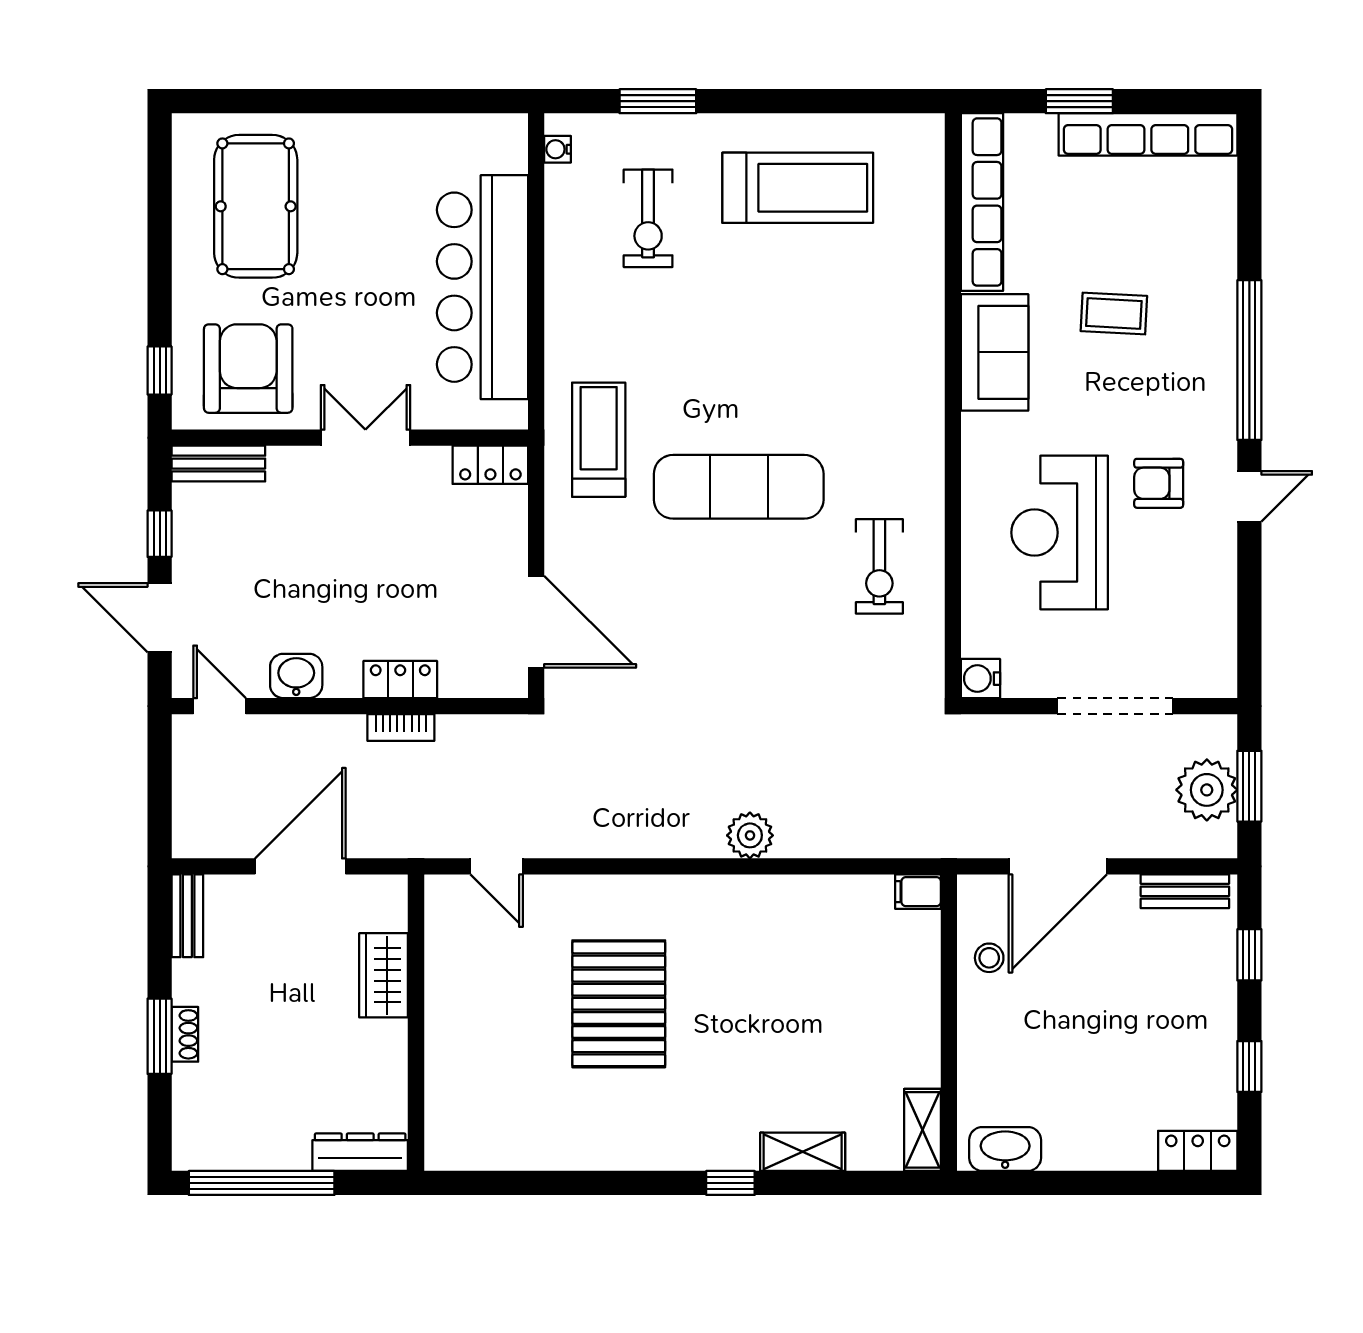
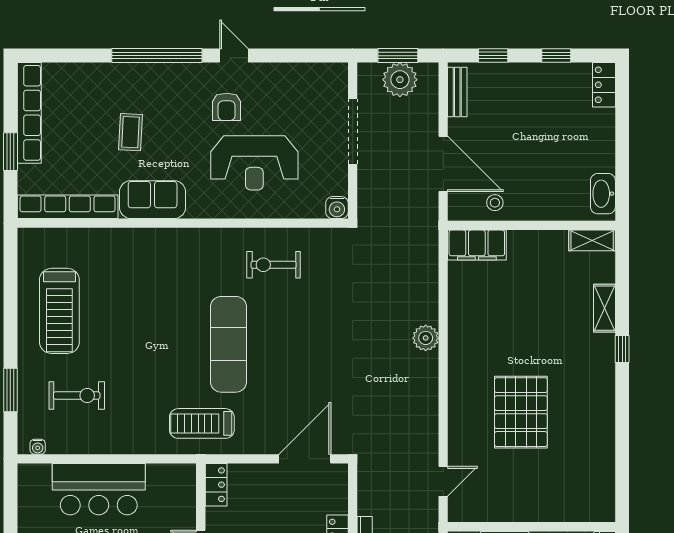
treadmill: (798, 188) -> (59, 311), turned 180
bar counter: (483, 287) -> (99, 489), width x0.73
exercise bike: (879, 566) -> (273, 265), turned 180
filing cabinet: (918, 892) -> (477, 245), width x3.00, depth x1.17
pallet: (619, 1004) -> (521, 412), turned 90

